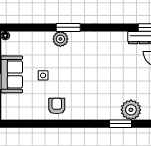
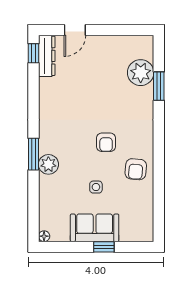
armchair: (77, 83) -> (106, 142), added
armchair: (57, 106) -> (136, 169), turned -85

